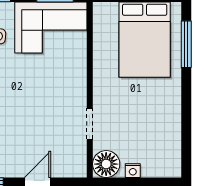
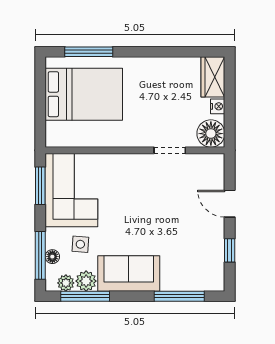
wardrobe: (162, 166) -> (213, 77), added

